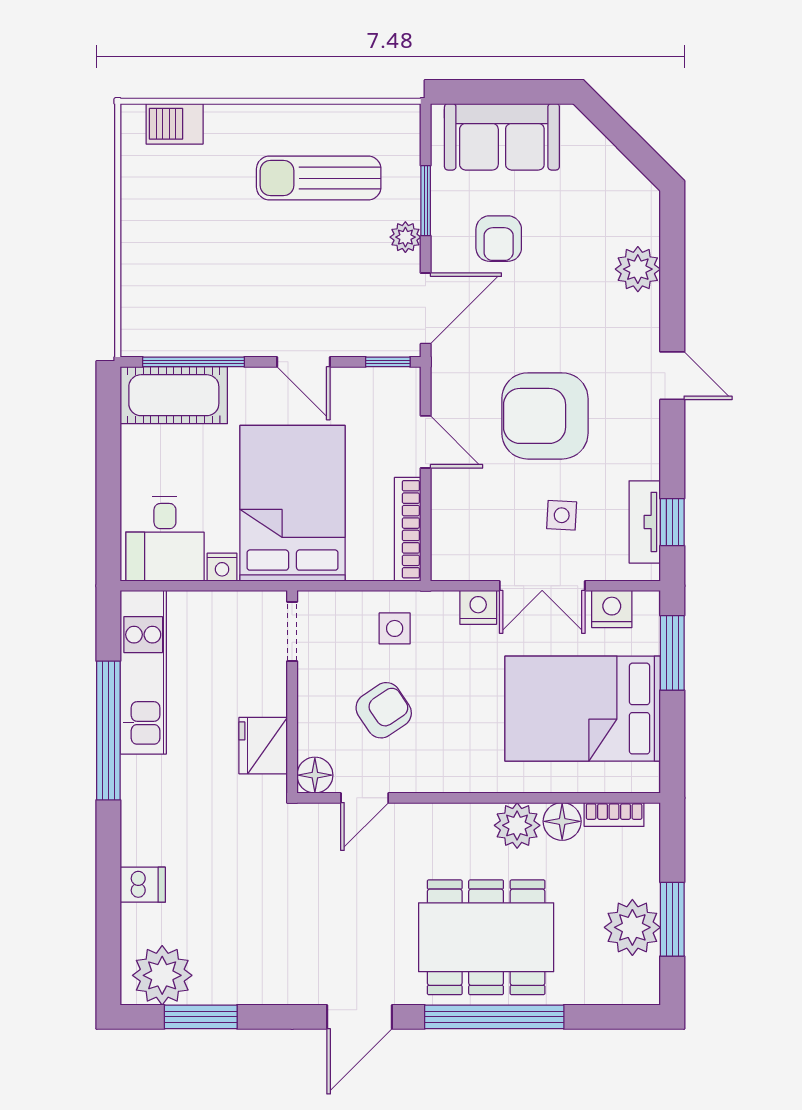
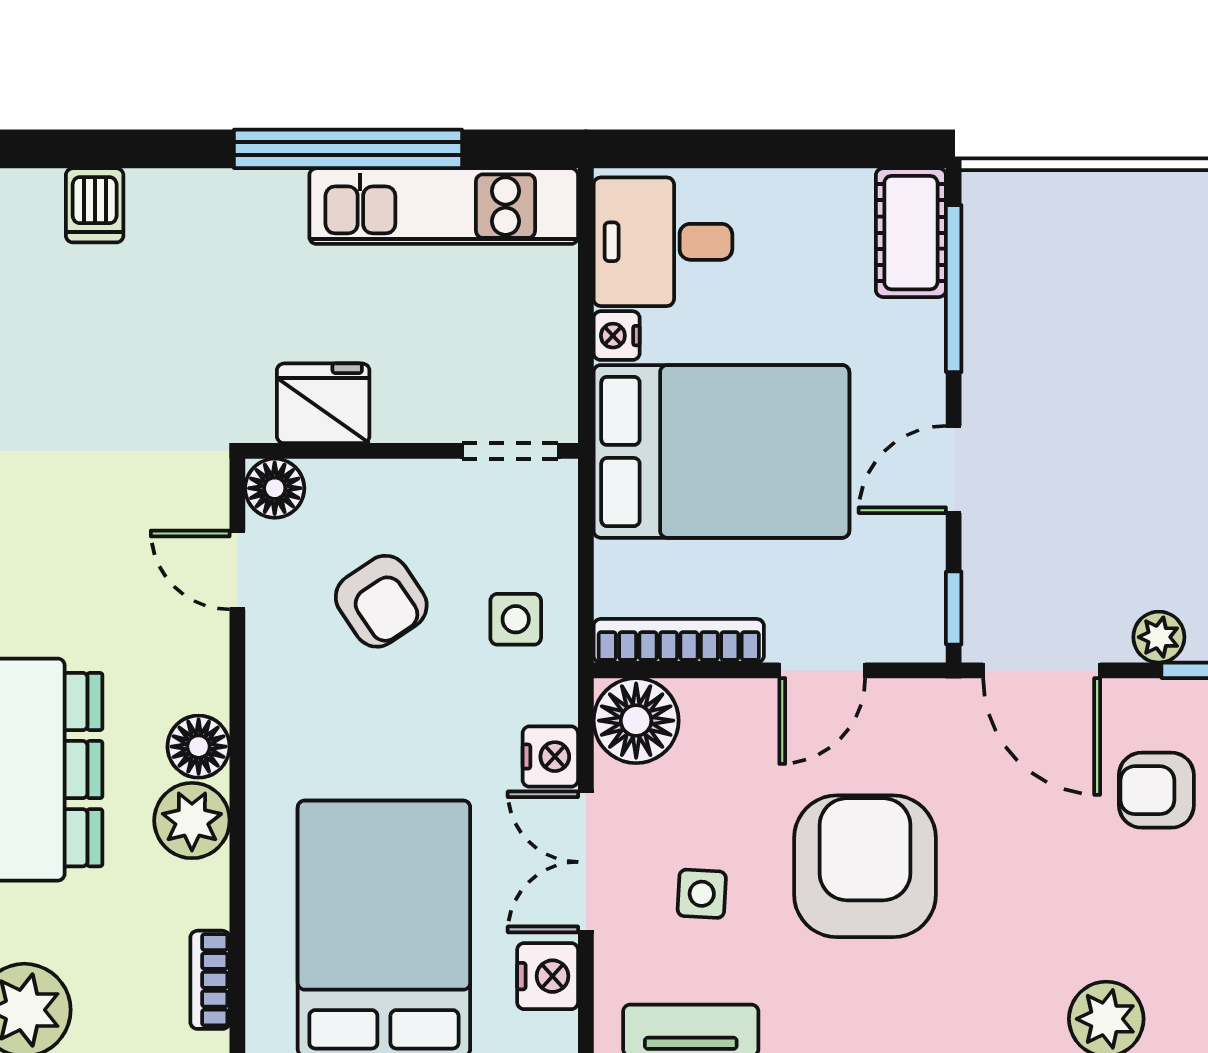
cot: (174, 395) -> (911, 233), width x0.73, depth x0.75
floor lamp: (456, 555) -> (636, 721), added
floor lamp: (562, 821) -> (199, 747), moved

